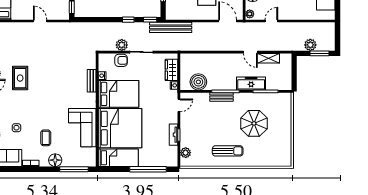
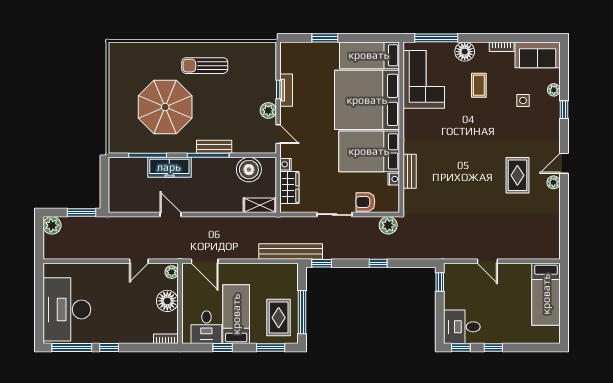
window: (128, 20) -> (378, 263), moved
plant: (122, 45) -> (388, 225), moved
plant: (310, 45) -> (52, 225), moved
window: (319, 53) -> (82, 213), moved
shelving: (269, 58) -> (260, 205), moved
door: (179, 105) -> (278, 134), swing flipped
parasol: (254, 123) -> (165, 107), width x1.36, depth x1.36
corner sofa: (82, 128) -> (424, 79), moved
plant: (186, 153) -> (268, 111), moved
window: (148, 169) -> (325, 38), width x0.47

